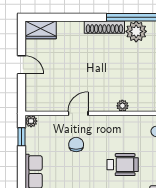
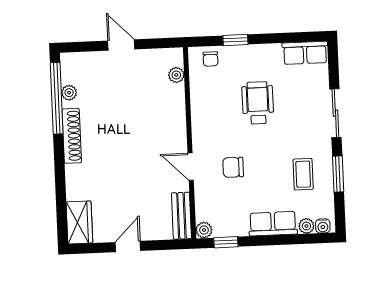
plant: (136, 31) -> (69, 93), width x0.53, depth x0.53
bench: (42, 105) -> (181, 216), added
plant: (122, 106) -> (176, 75), moved

